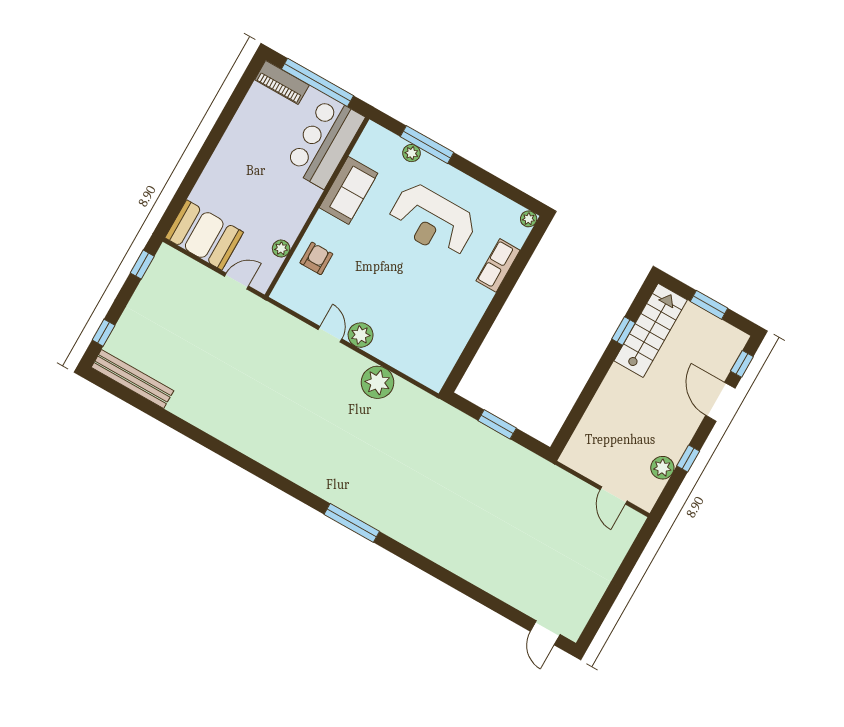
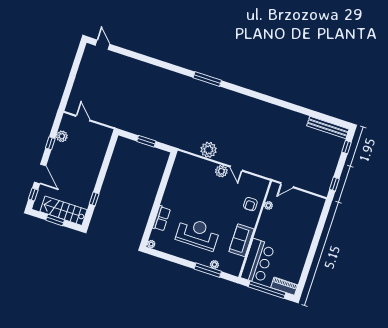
booth: (204, 235) -> (307, 204), removed
stairs: (651, 330) -> (64, 211), moved, turned 90

